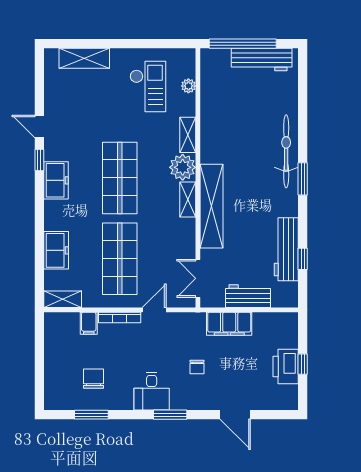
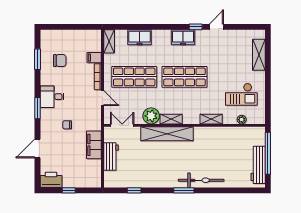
plant: (183, 167) -> (151, 116), moved
workbench: (286, 249) -> (140, 180), removed
printer: (286, 366) -> (51, 180), moved

